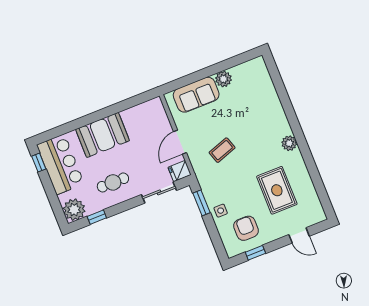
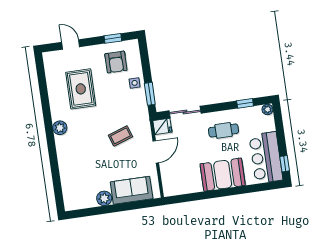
plant: (74, 210) -> (267, 109), width x0.53, depth x0.53

